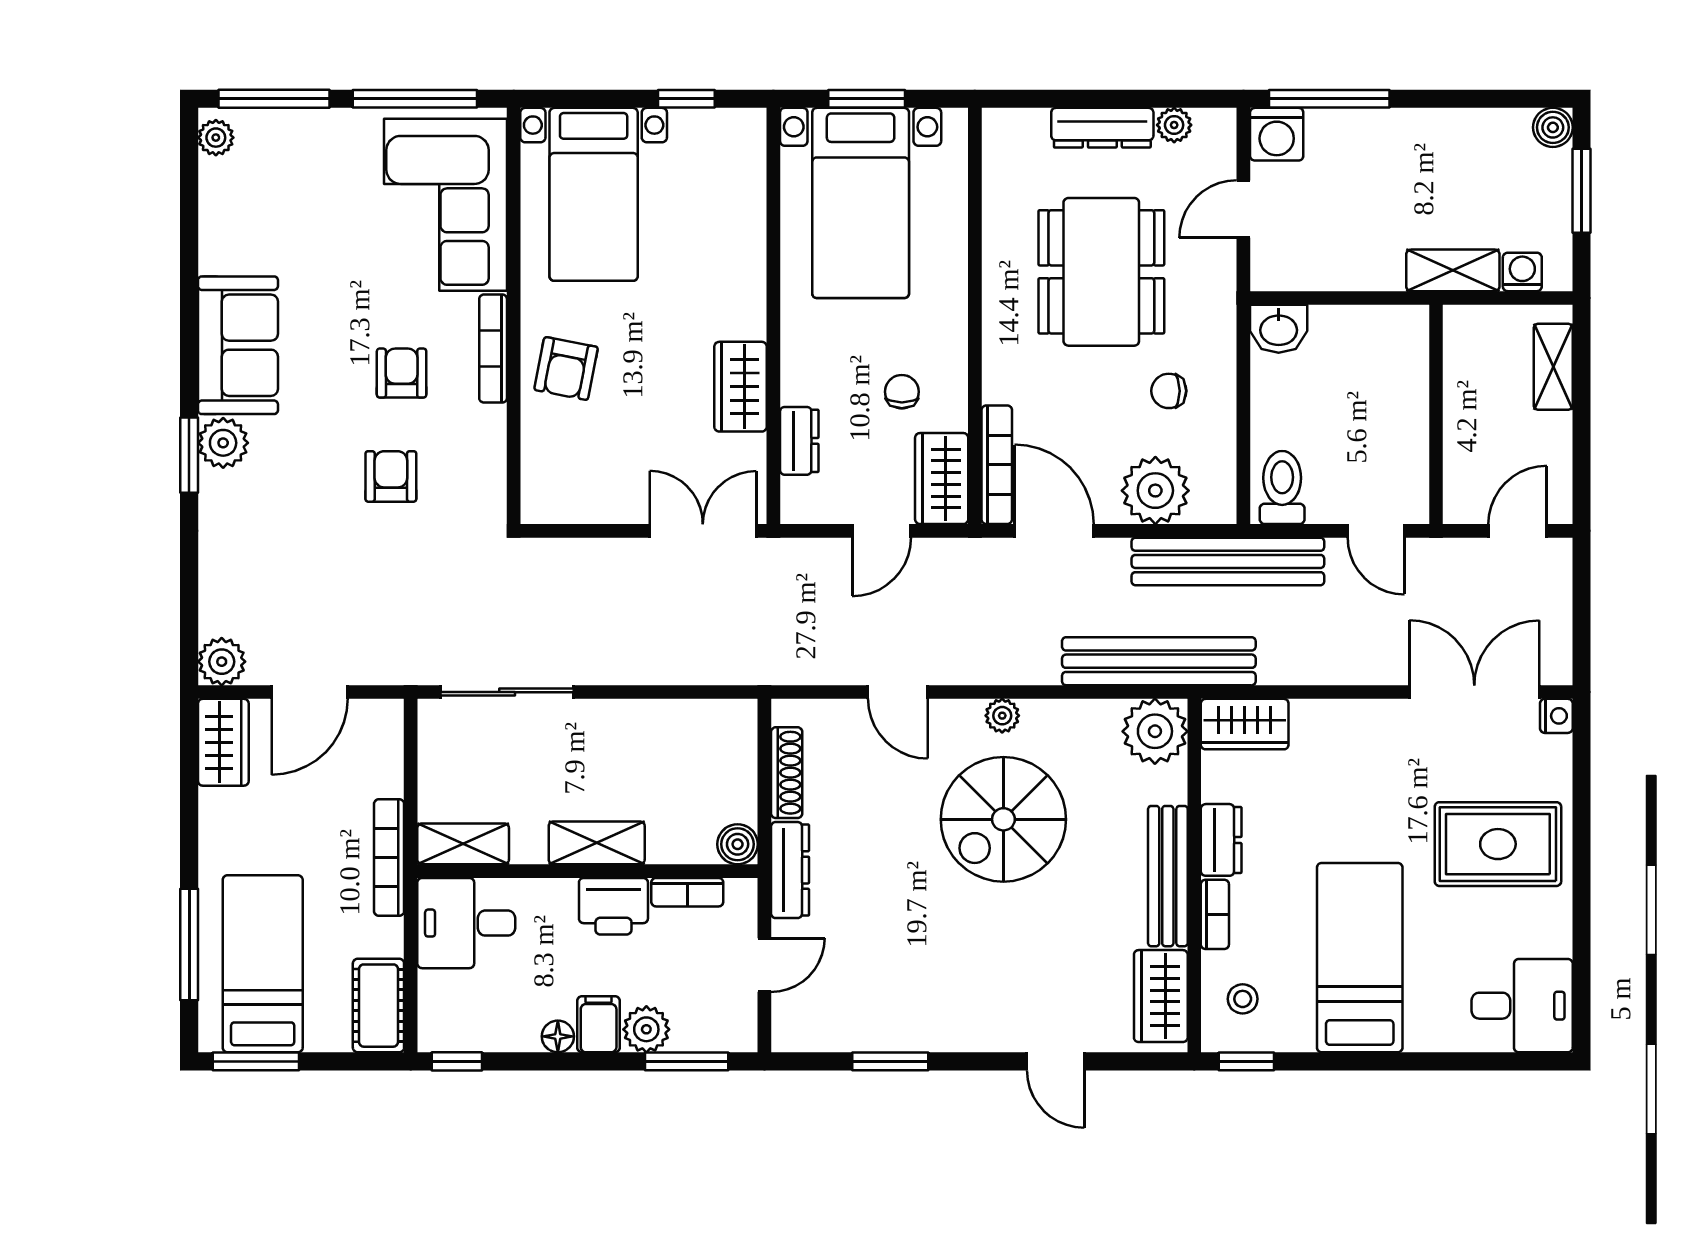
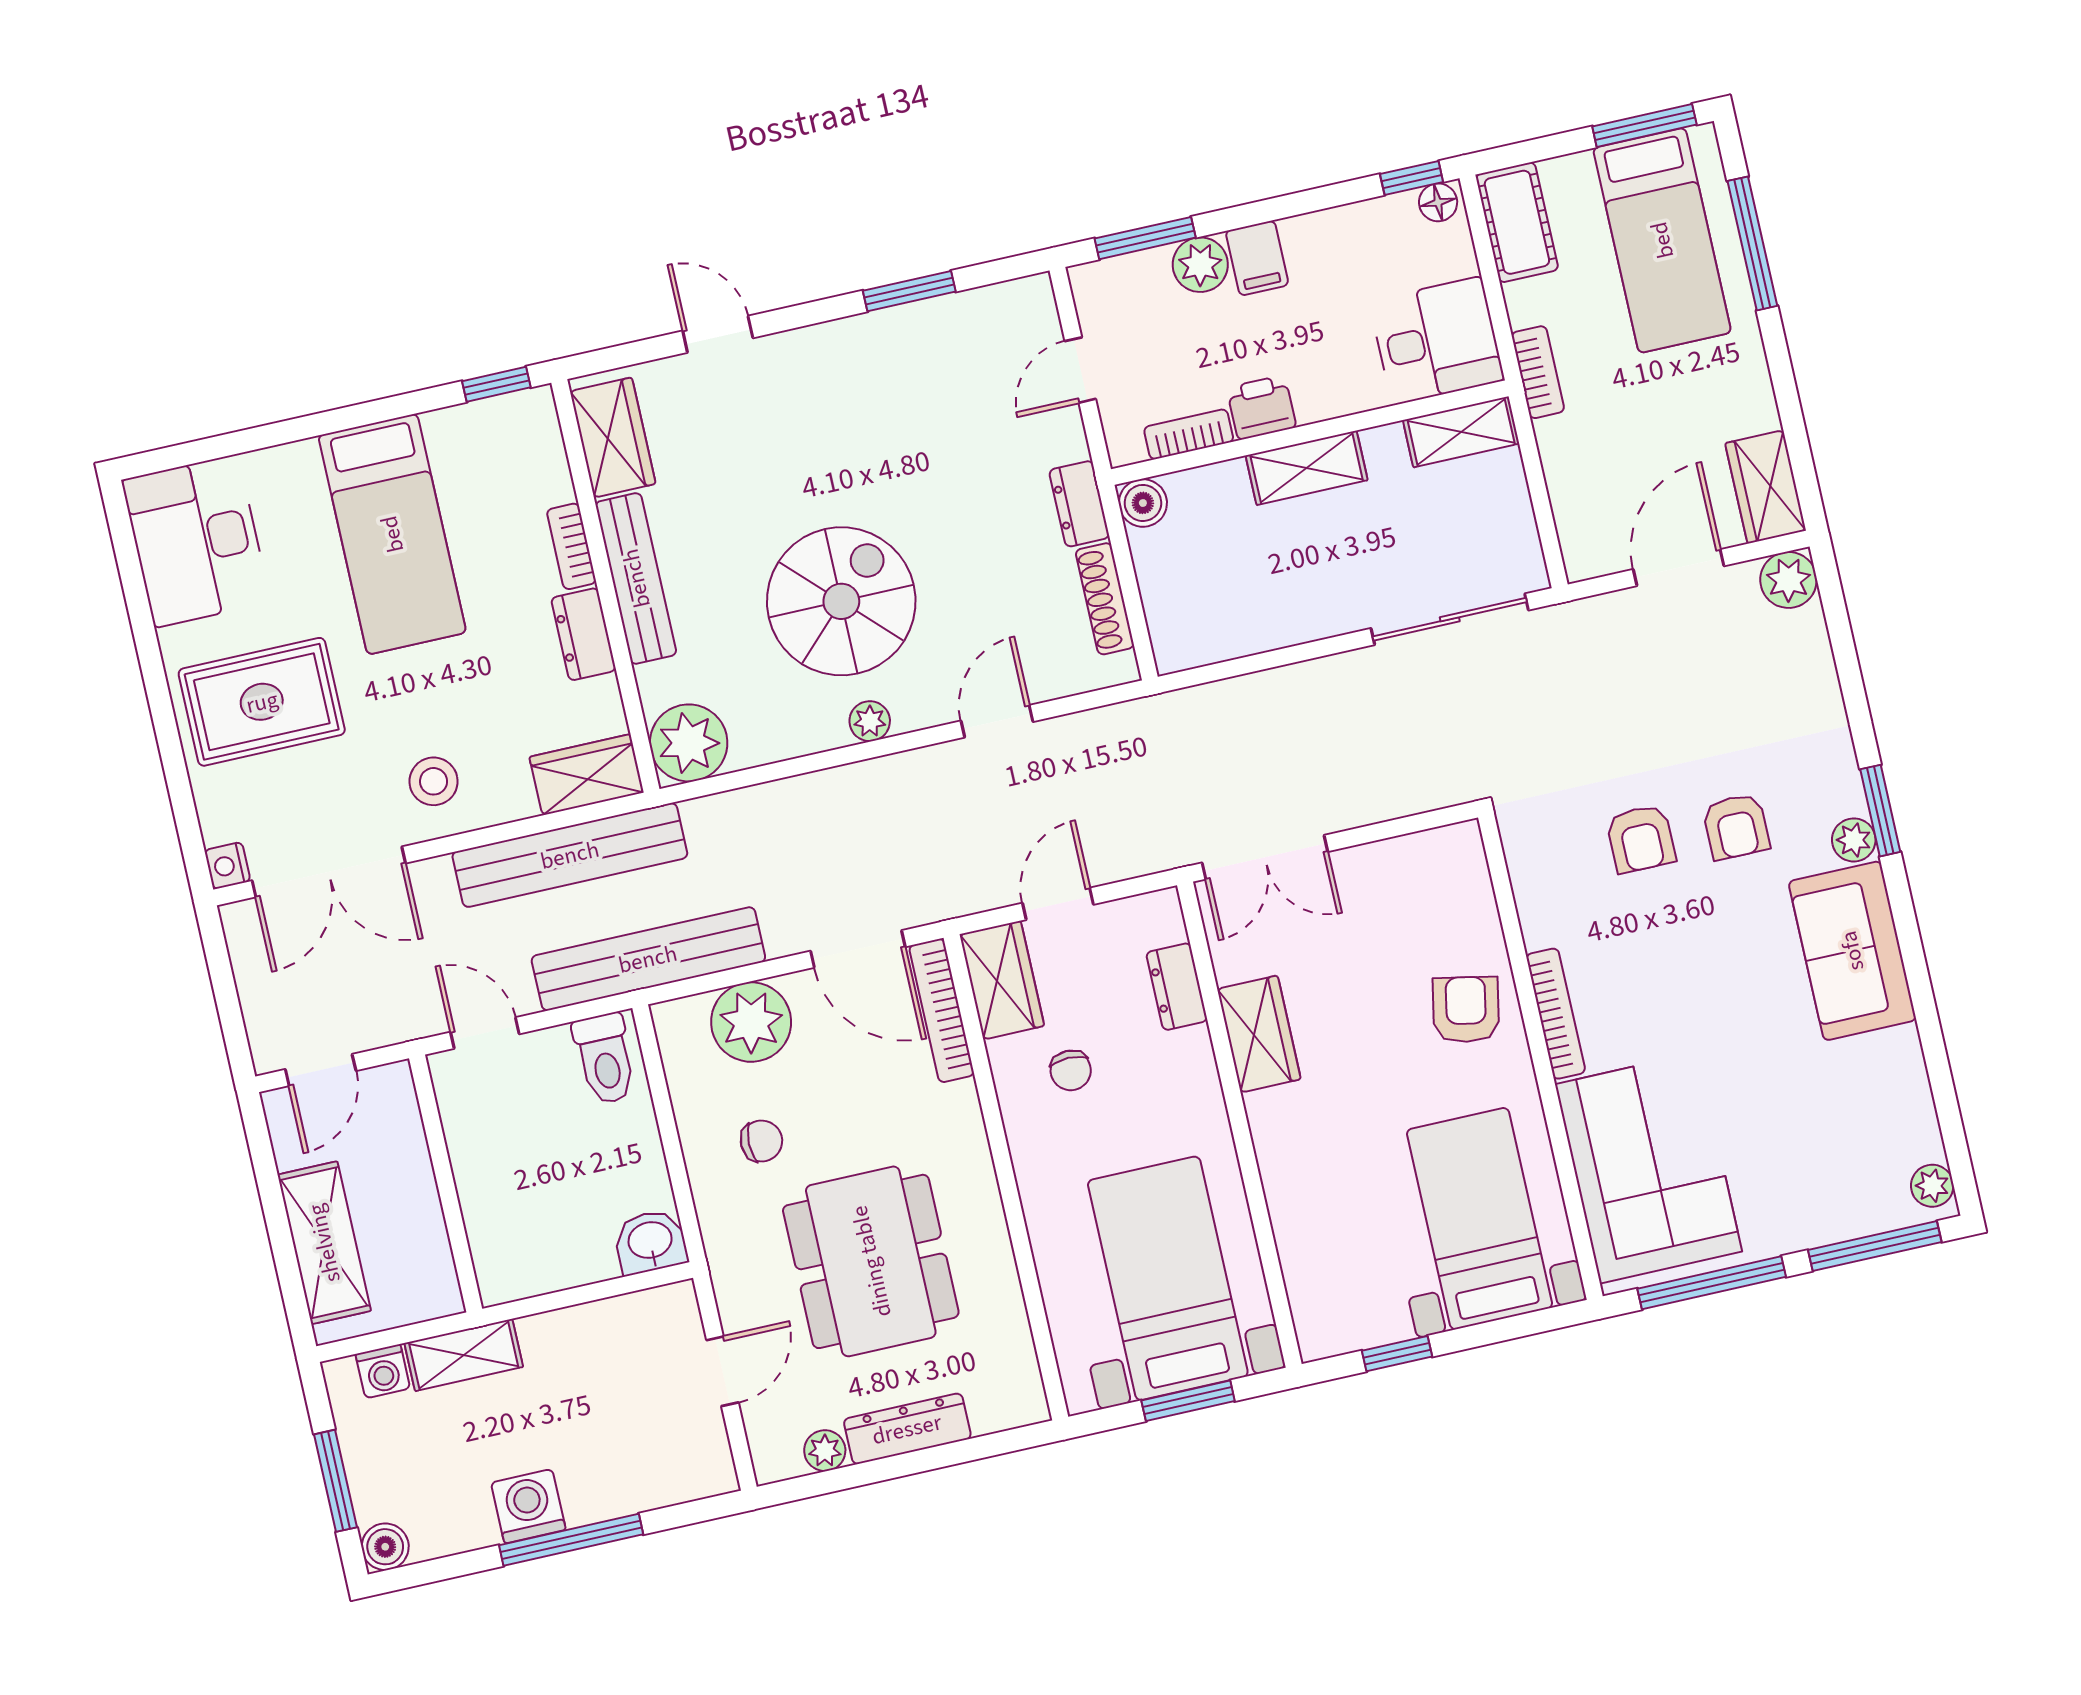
window: (1329, 99) -> (571, 1540), moved
washing machine: (1277, 134) -> (528, 1506), moved
shelving: (1553, 367) -> (324, 1243), width x1.50, depth x1.33
armchair: (402, 373) -> (1736, 827), moved
plant: (223, 443) -> (1854, 840), width x0.73, depth x0.73
bench: (1159, 661) -> (570, 855), moved
door: (898, 692) -> (997, 721), hinge flipped
bookcase: (389, 858) -> (1538, 372), width x0.64
dresser: (790, 870) -> (1079, 504), width x0.70
printer: (613, 906) -> (1261, 407), width x0.73, depth x0.81
stool: (1243, 999) -> (434, 781), moved, width x1.37, depth x1.37
desk: (1522, 1006) -> (196, 541), width x1.37
floor lamp: (558, 1036) -> (1438, 202), moved

